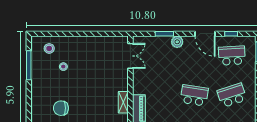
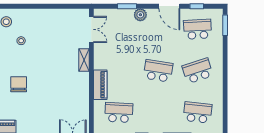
shelving: (123, 102) -> (84, 60), moved
chair: (61, 108) -> (19, 84), turned 90

